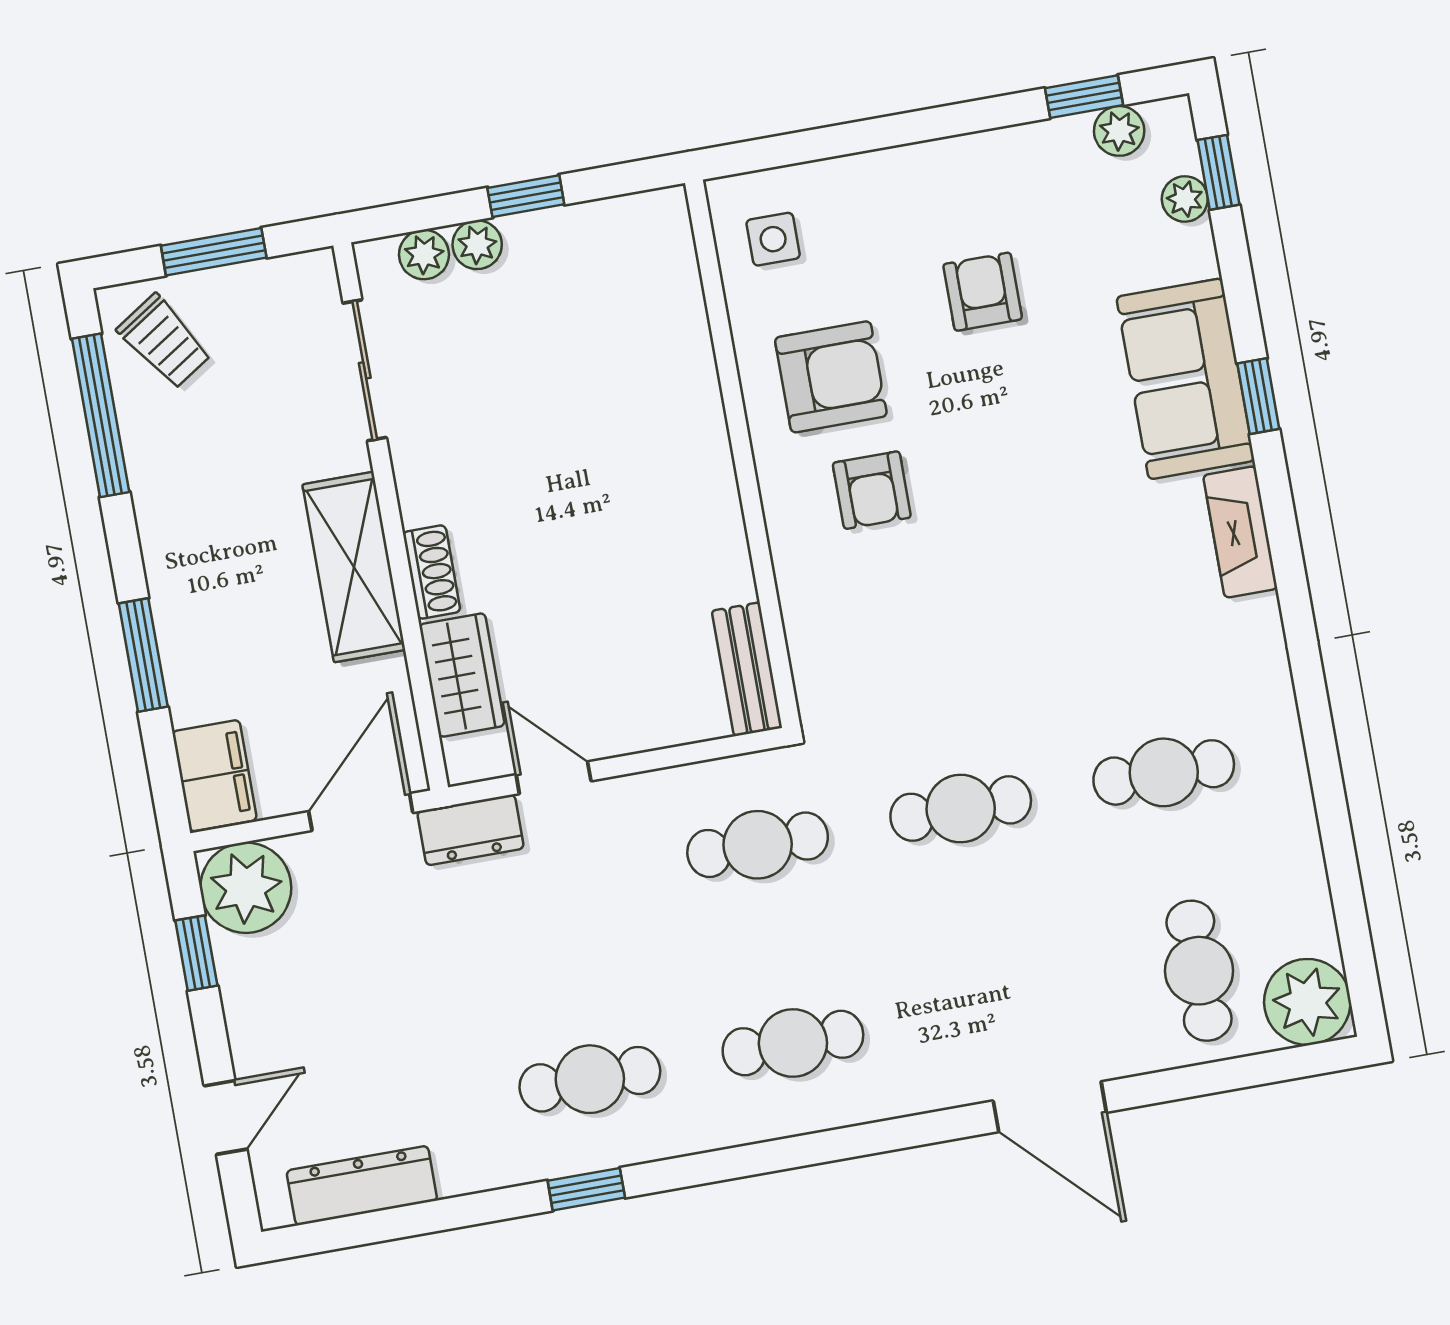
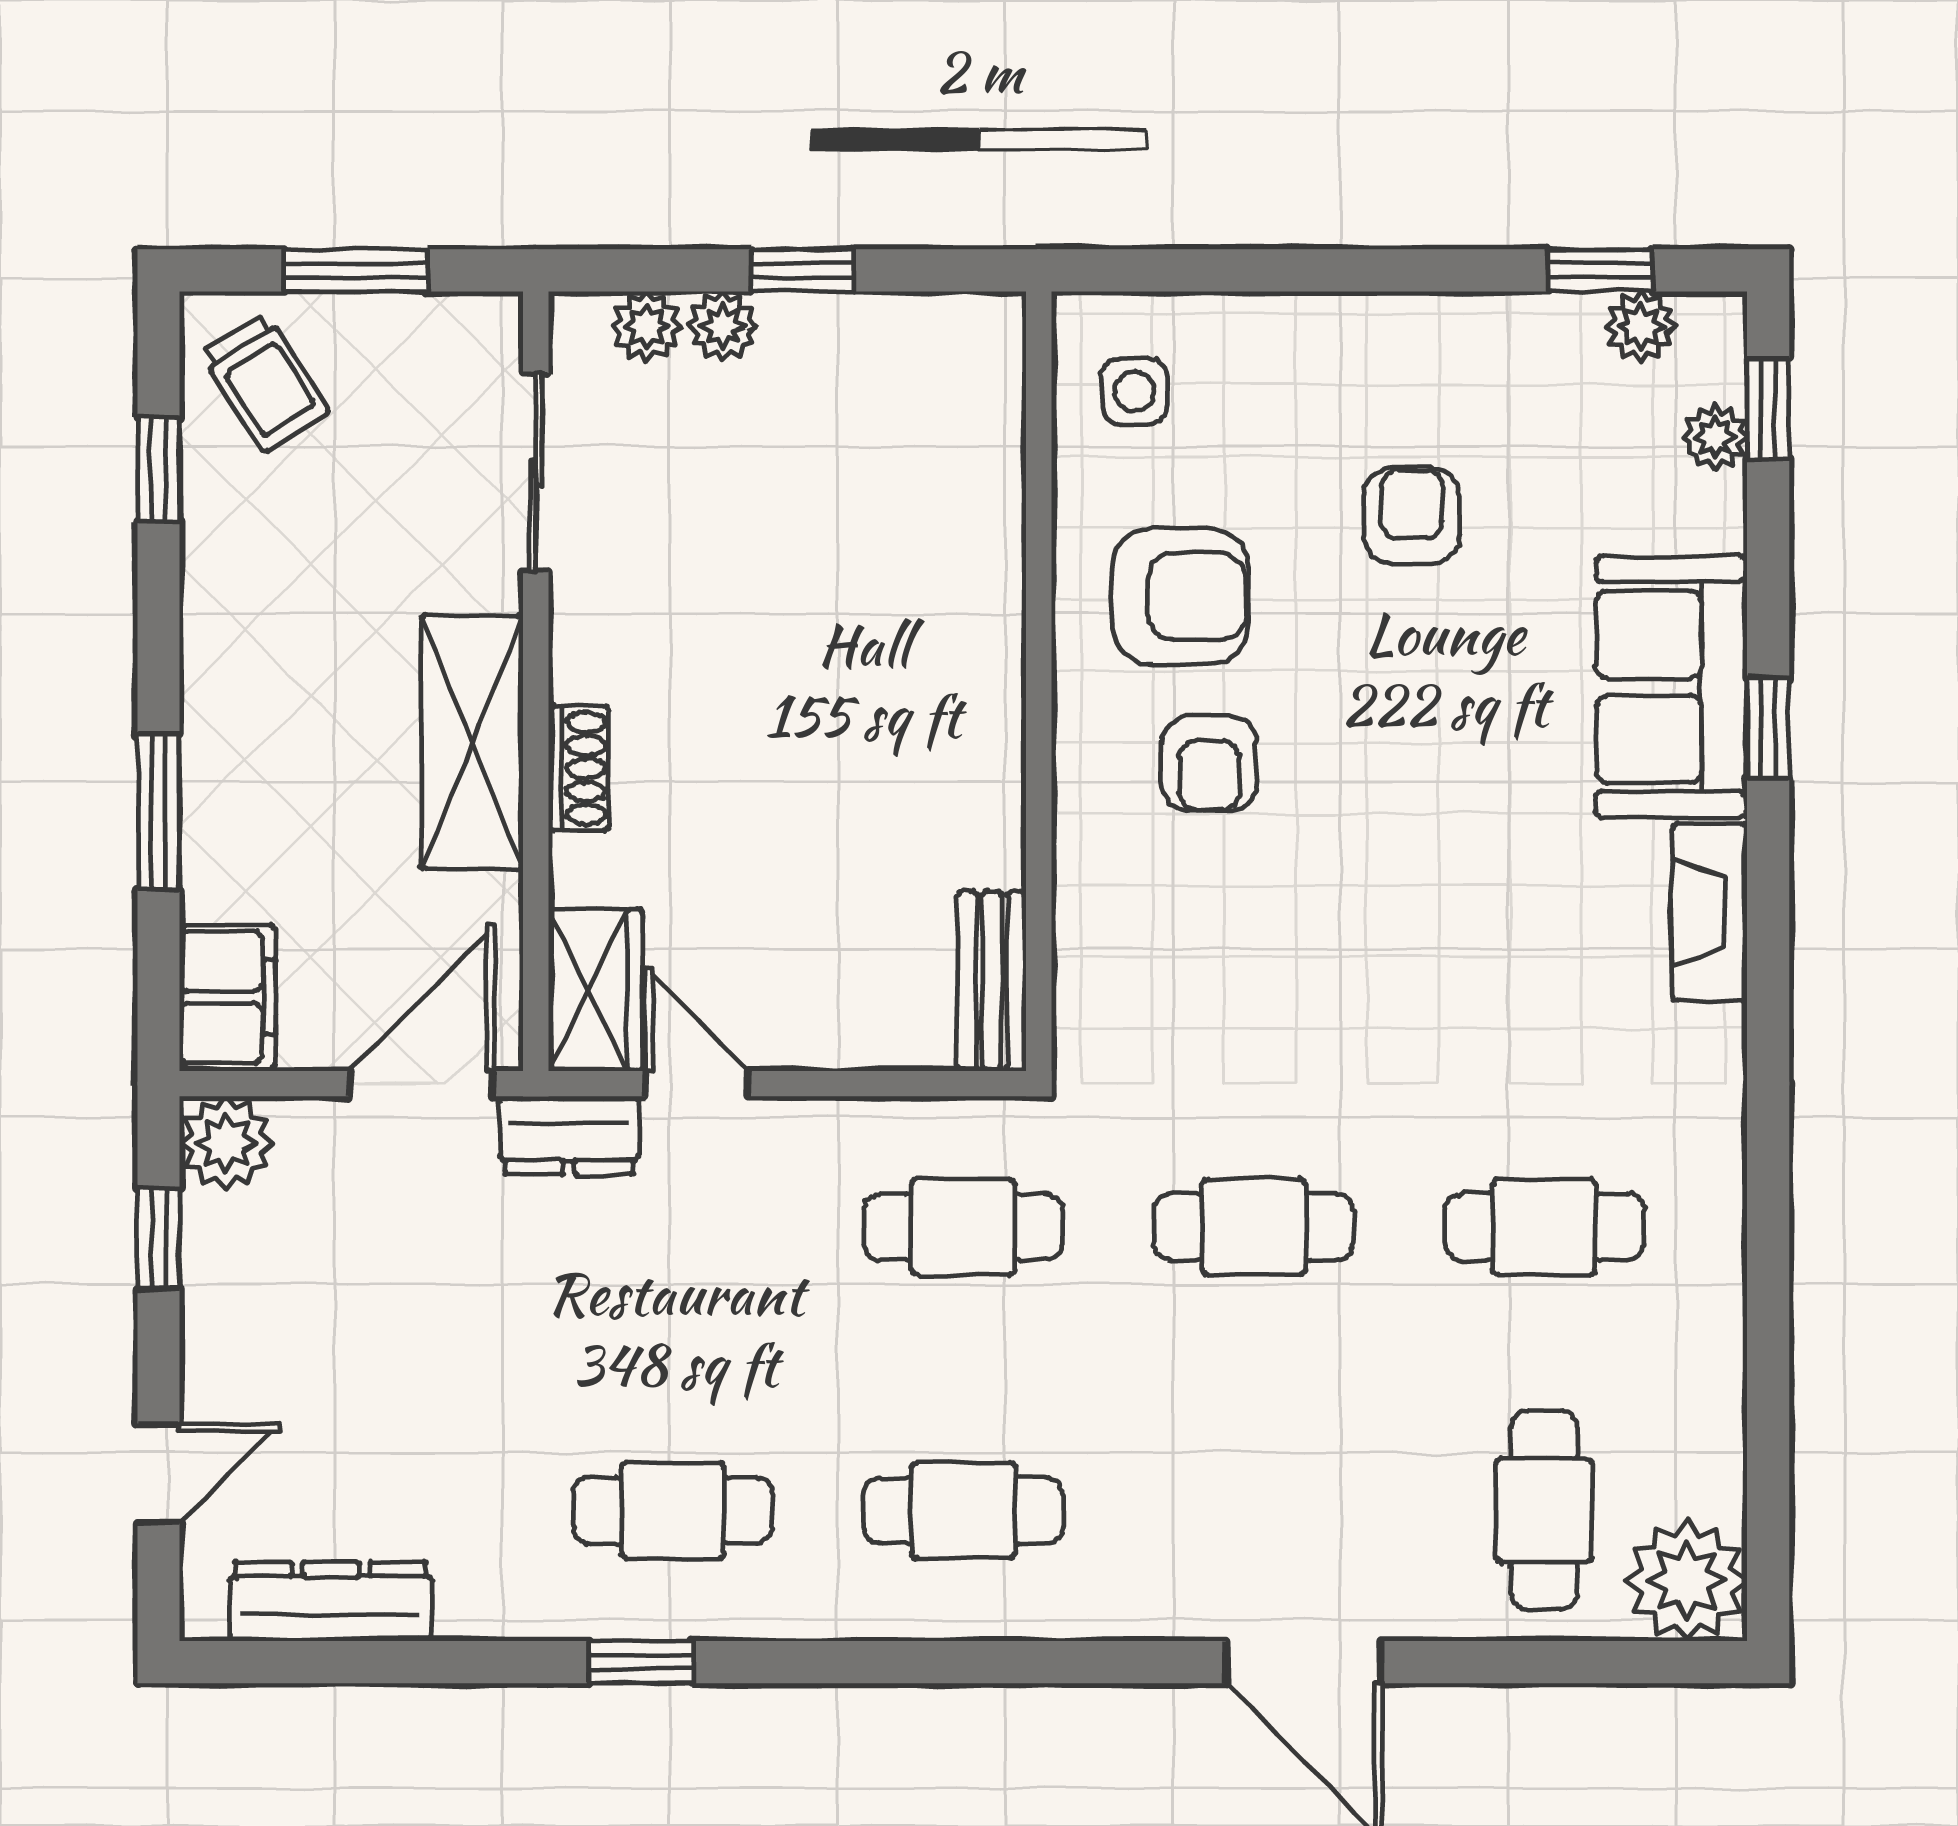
window: (101, 415) -> (158, 469), width x0.46
wardrobe: (462, 675) -> (595, 990), moved
plant: (246, 888) -> (226, 1143), width x0.73, depth x0.73

